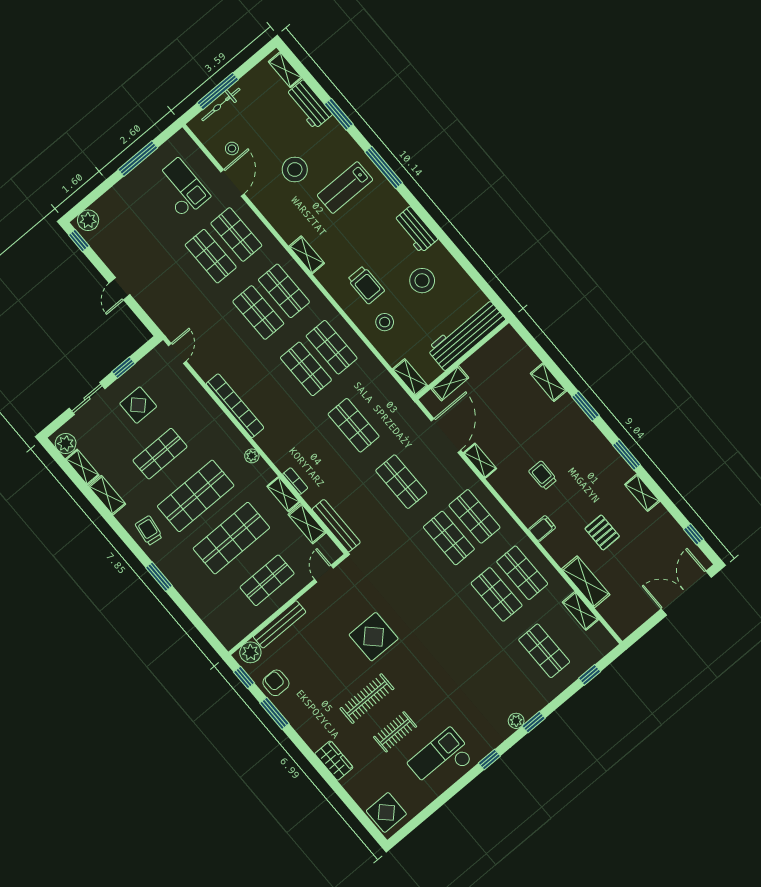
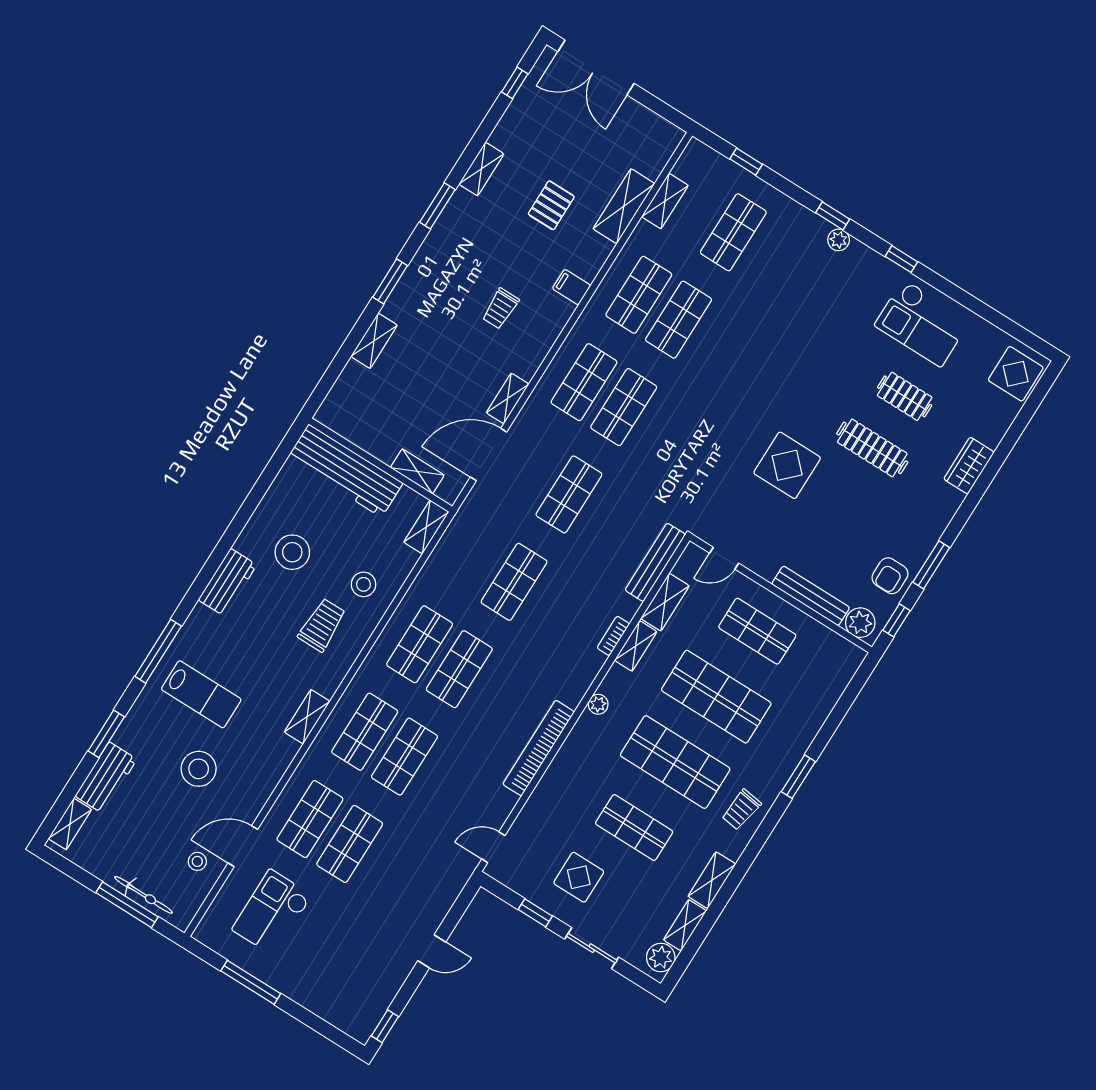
plant: (88, 220) -> (354, 1022), removed

